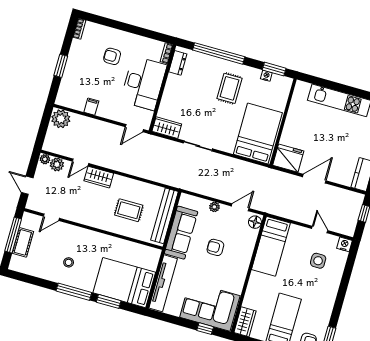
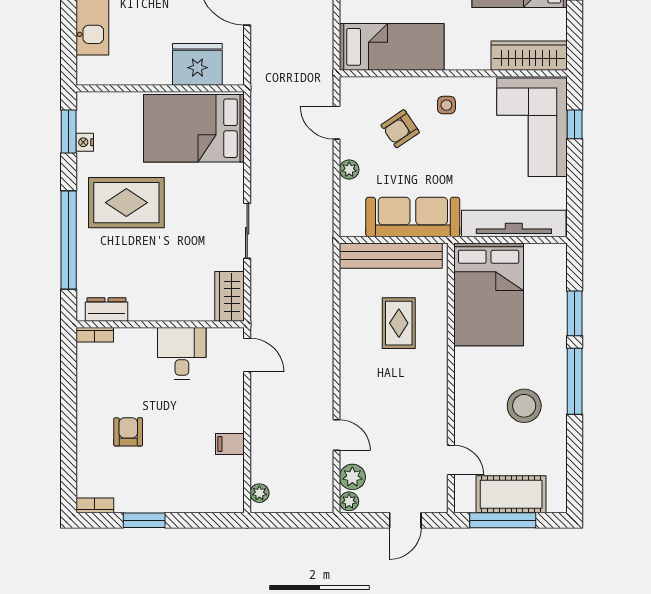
armchair: (112, 56) -> (128, 432), turned 180
window: (61, 66) -> (144, 520), moved
desk: (144, 83) -> (182, 353), width x0.53, depth x0.77
rug: (230, 88) -> (126, 203), width x1.36, depth x1.43
plant: (61, 119) -> (259, 493), width x0.53, depth x0.53
fridge: (288, 158) -> (197, 64), moved, turned 90
wardrobe: (99, 177) -> (354, 395), removed
floor lamp: (255, 222) -> (356, 88), removed
cot: (23, 242) -> (511, 494), width x1.37, depth x1.34
armchair: (215, 247) -> (400, 129), moved, turned 56
stool: (69, 262) -> (524, 406), width x1.89, depth x1.89
side table: (233, 266) -> (446, 105), added
bed: (124, 283) -> (489, 294), moved
wardrobe: (245, 322) -> (529, 56), width x1.50

